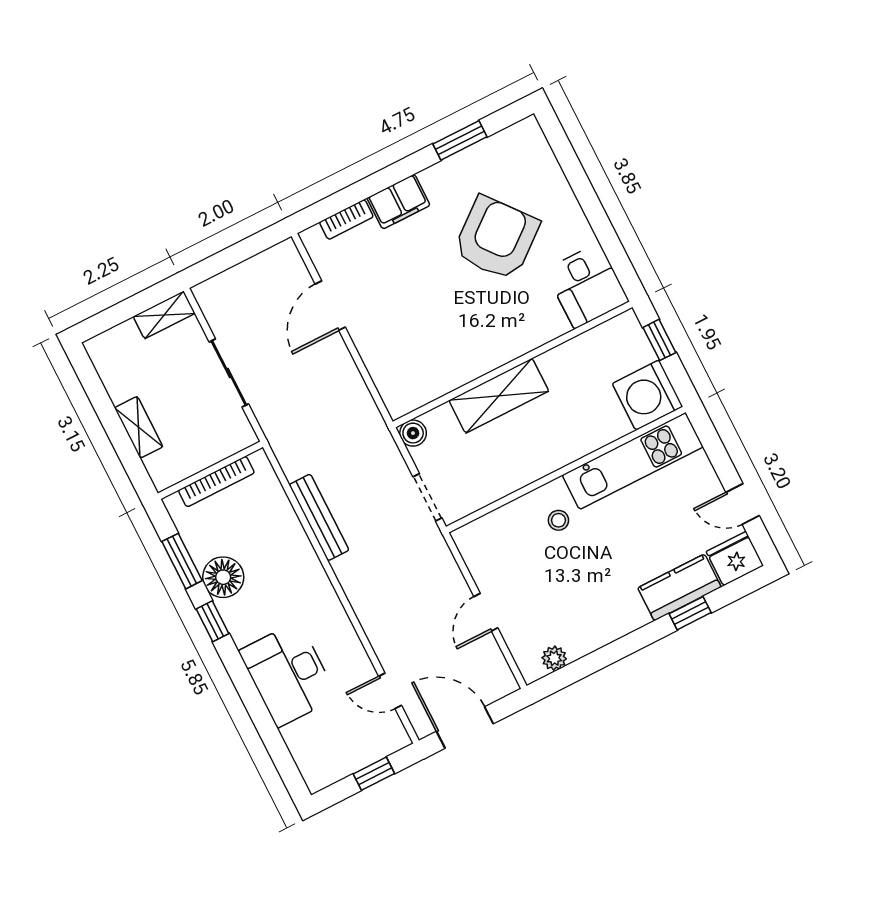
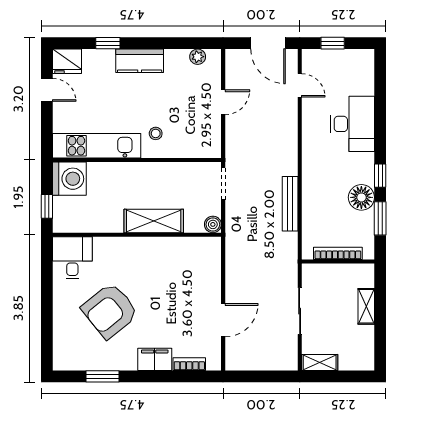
kitchen counter: (679, 587) -> (140, 61), moved

